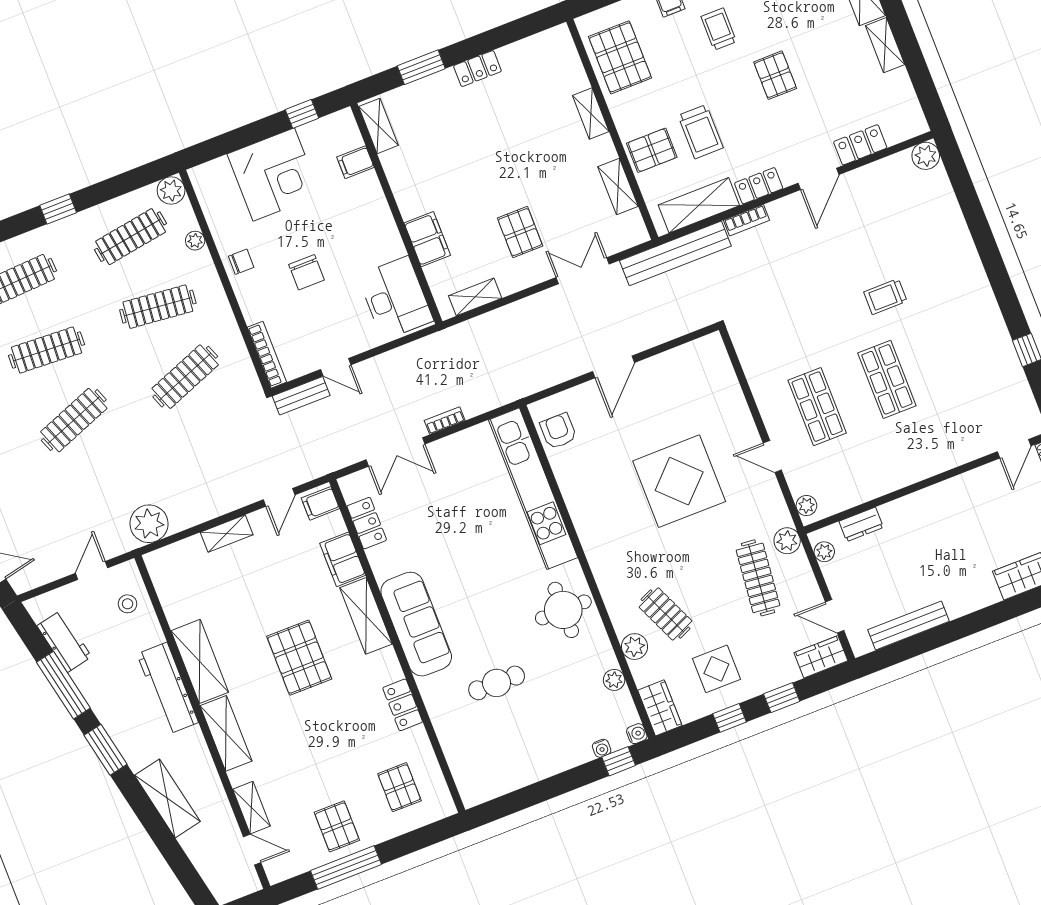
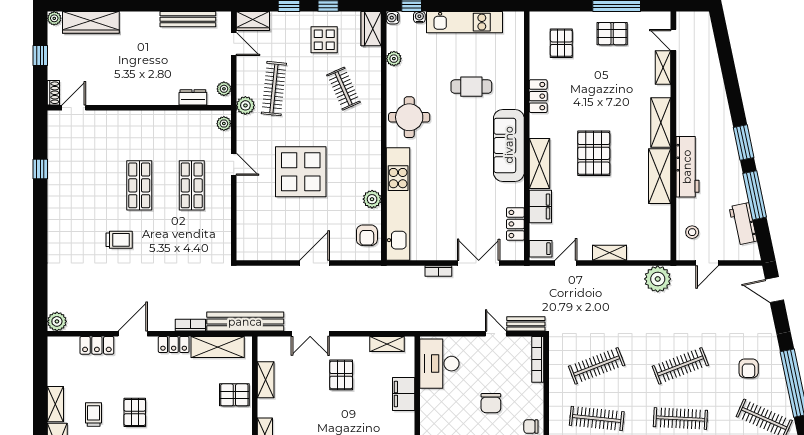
trolley: (701, 132) -> (94, 415), moved, width x0.73, depth x0.72
chair: (307, 272) -> (491, 403), turned 180
plant: (634, 647) -> (372, 199), moved
kitchen unit: (539, 765) -> (464, 22), added
shelving: (167, 798) -> (716, 95), removed
pallet: (337, 826) -> (612, 34), turned 90

